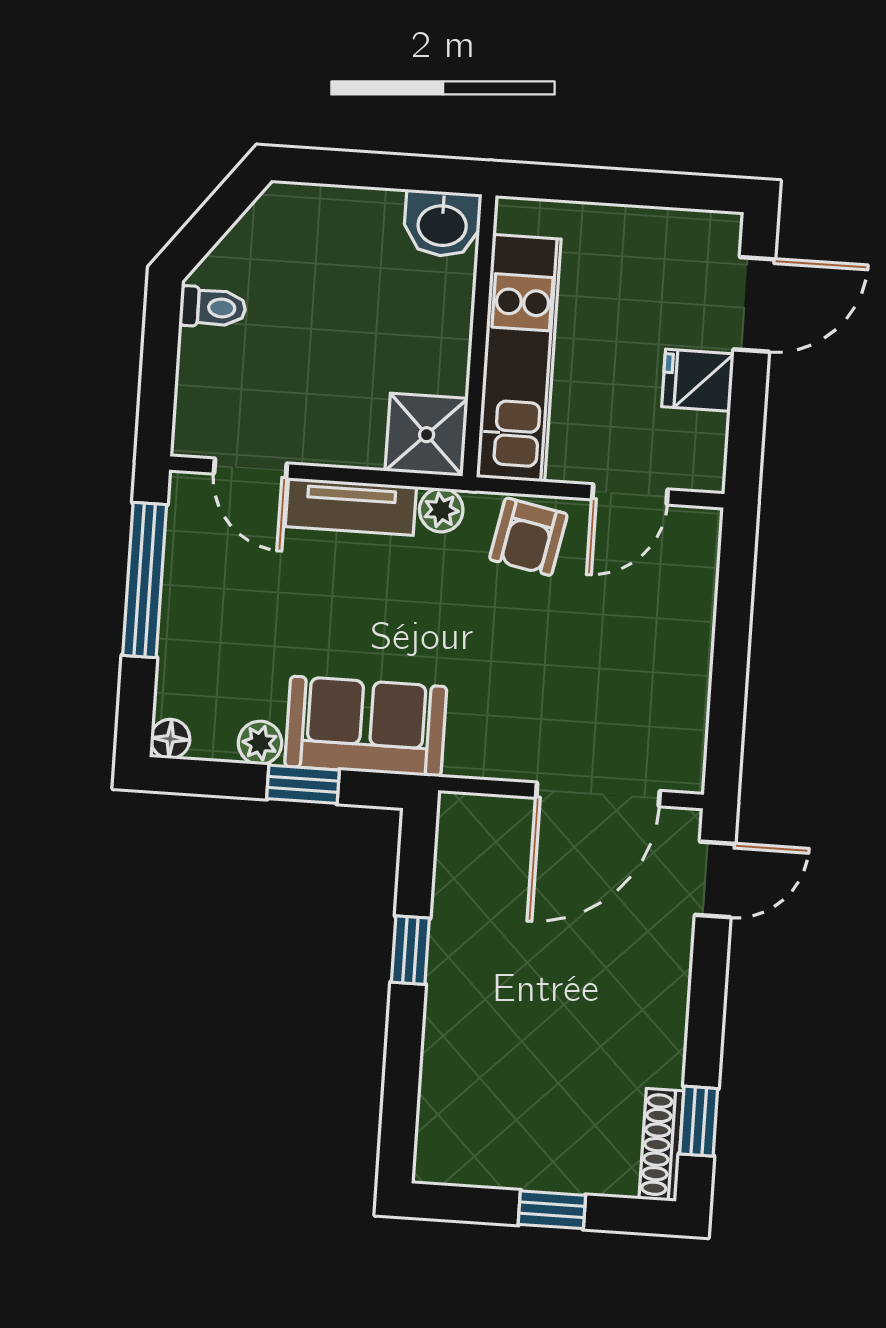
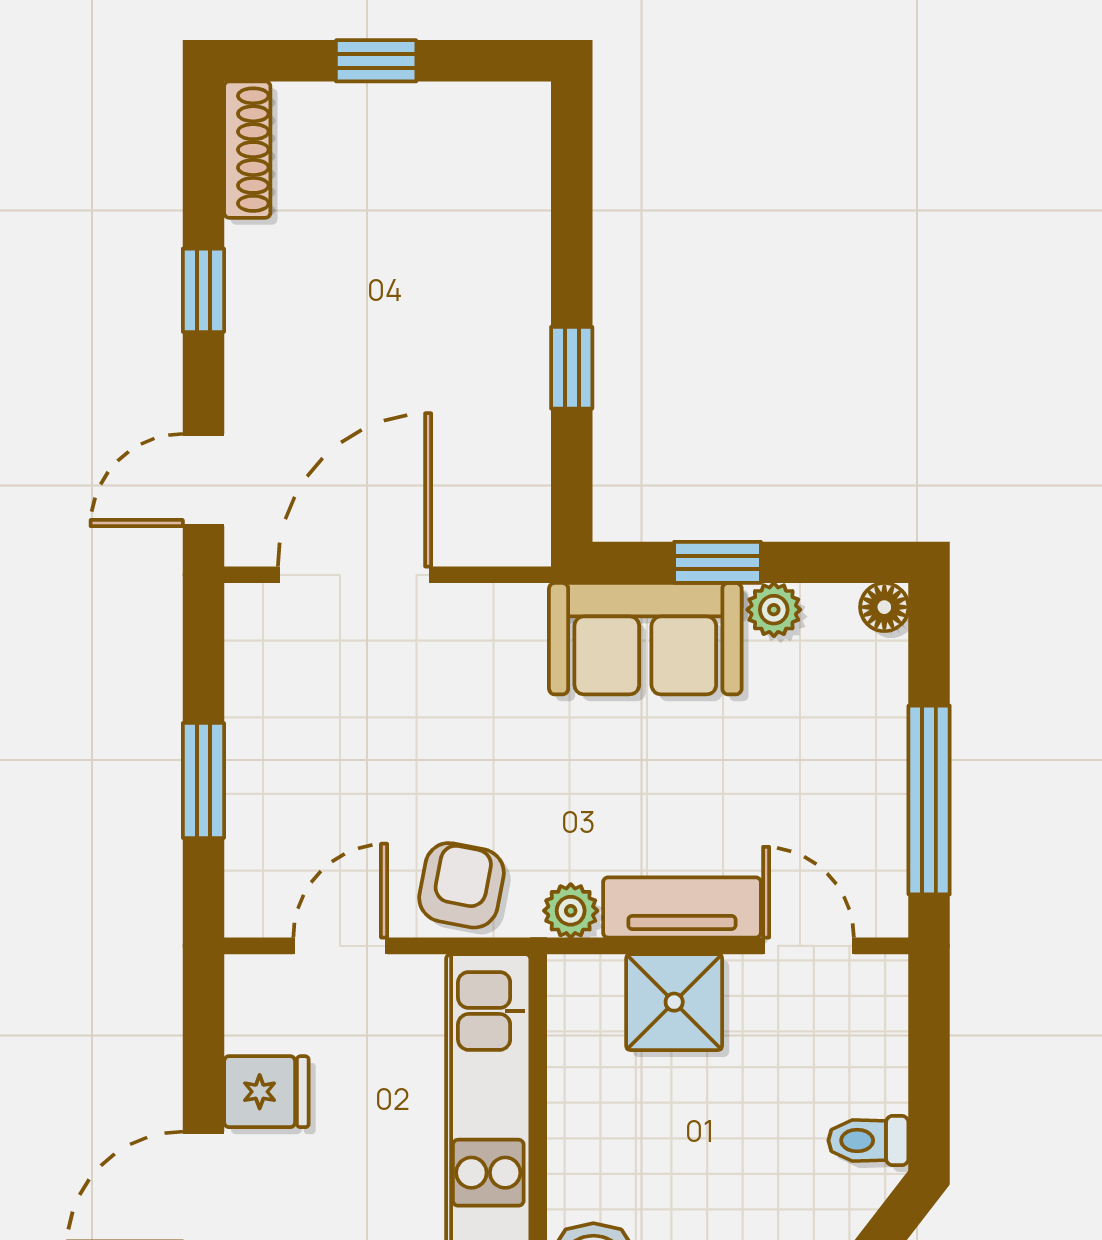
shower: (427, 435) -> (674, 1002), moved
window: (732, 636) -> (203, 781), added
window: (699, 1121) -> (203, 290), moved

